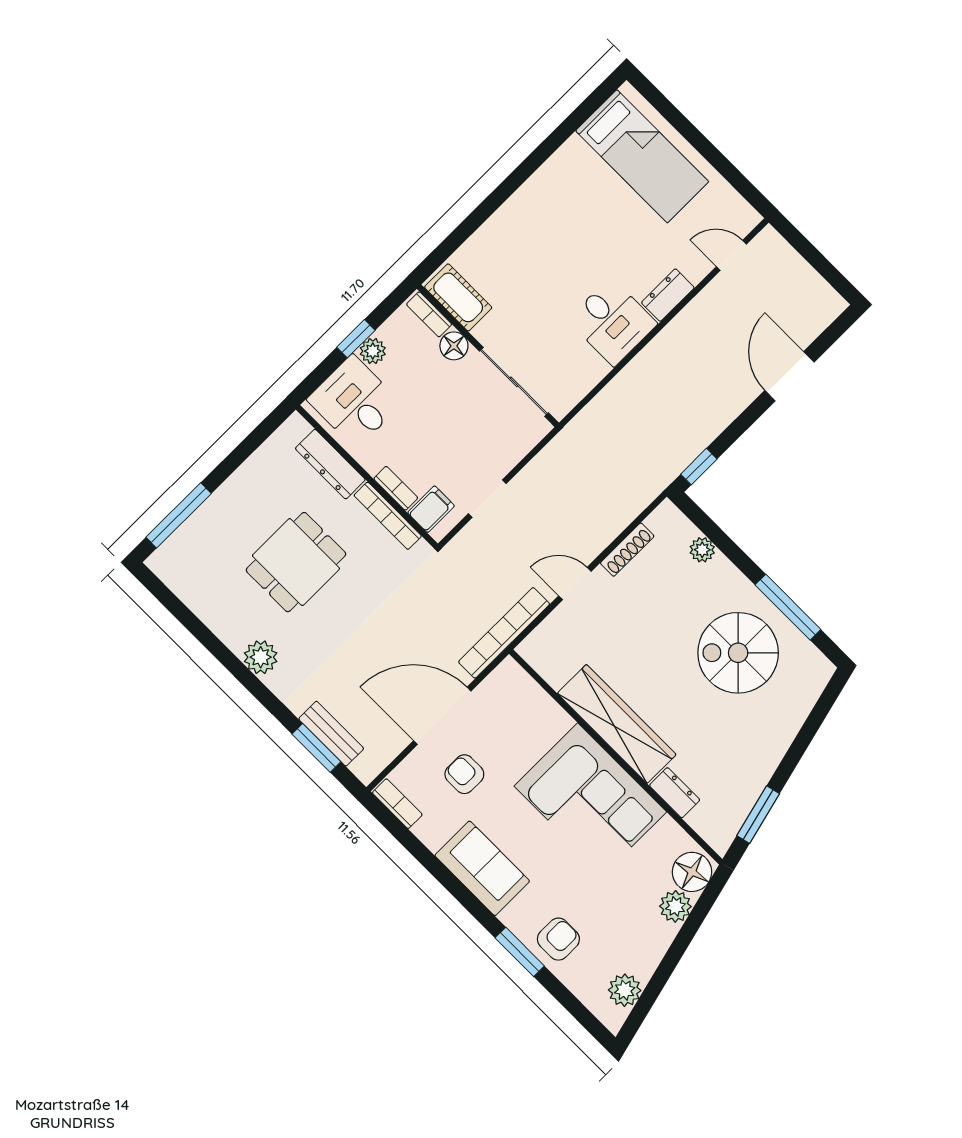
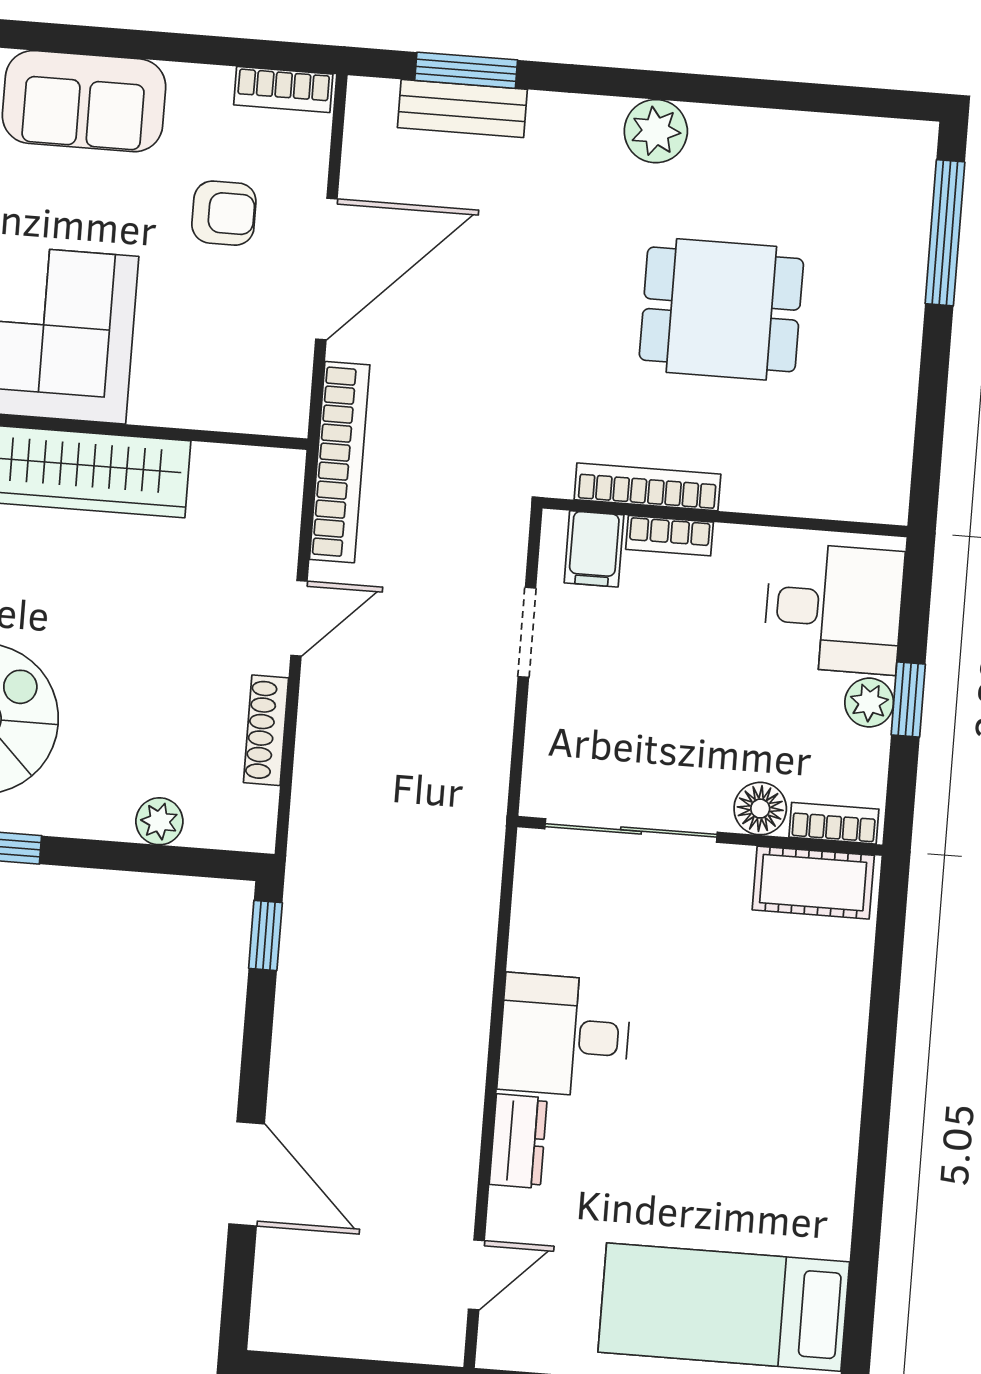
dresser: (330, 464) -> (792, 490), removed
dining table: (296, 562) -> (721, 309), turned 90

